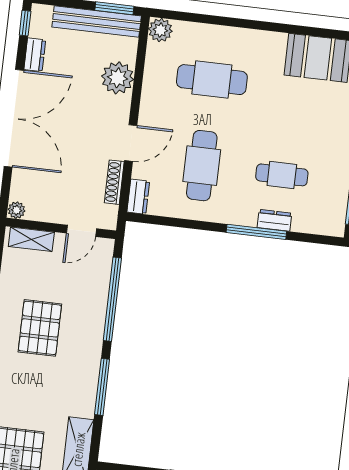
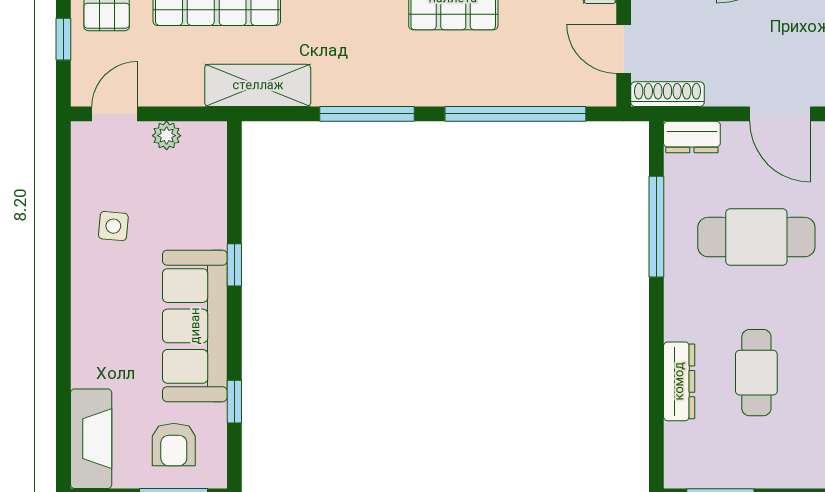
shoe rack: (114, 182) -> (668, 94), moved
dresser: (274, 220) -> (679, 381), width x1.44
window: (256, 232) -> (656, 227), moved

